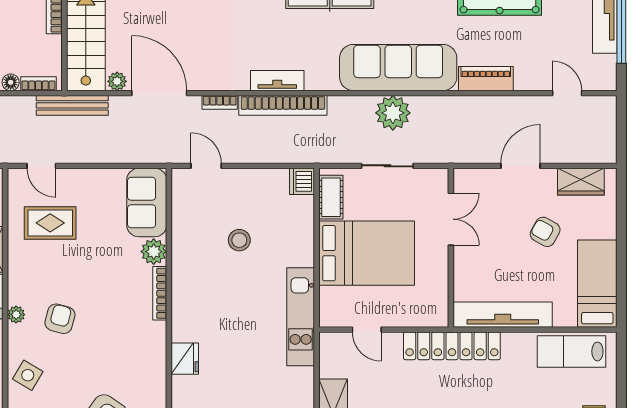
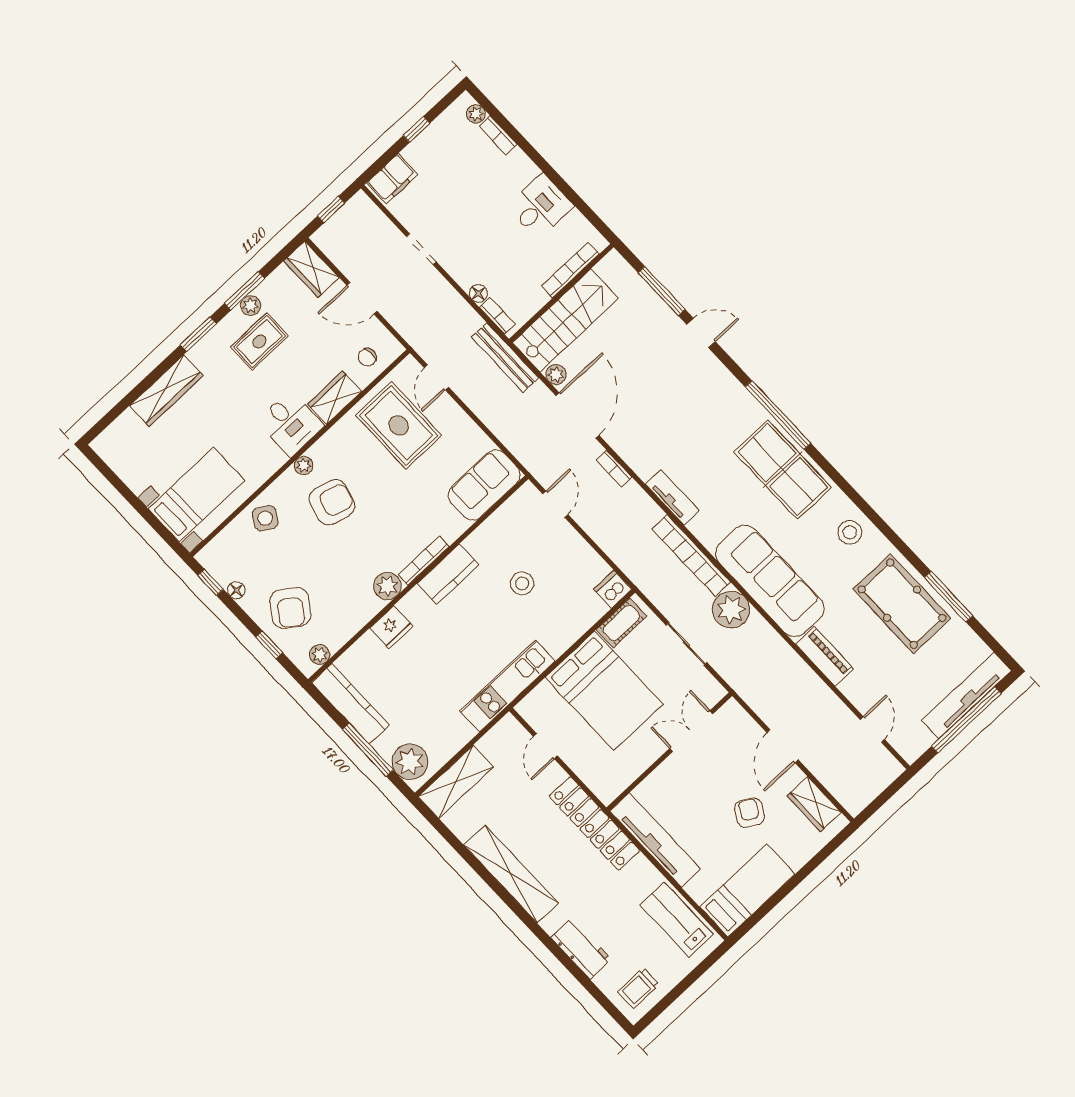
bookcase: (283, 105) -> (691, 555), moved
door: (520, 166) -> (783, 746), swing flipped
double door: (451, 219) -> (691, 731), swing flipped
rug: (50, 223) -> (399, 425), width x1.36, depth x1.43
plant: (154, 252) -> (387, 586), moved
kitchen counter: (185, 285) -> (448, 574), added
armchair: (60, 319) -> (332, 502), width x1.38, depth x1.38

